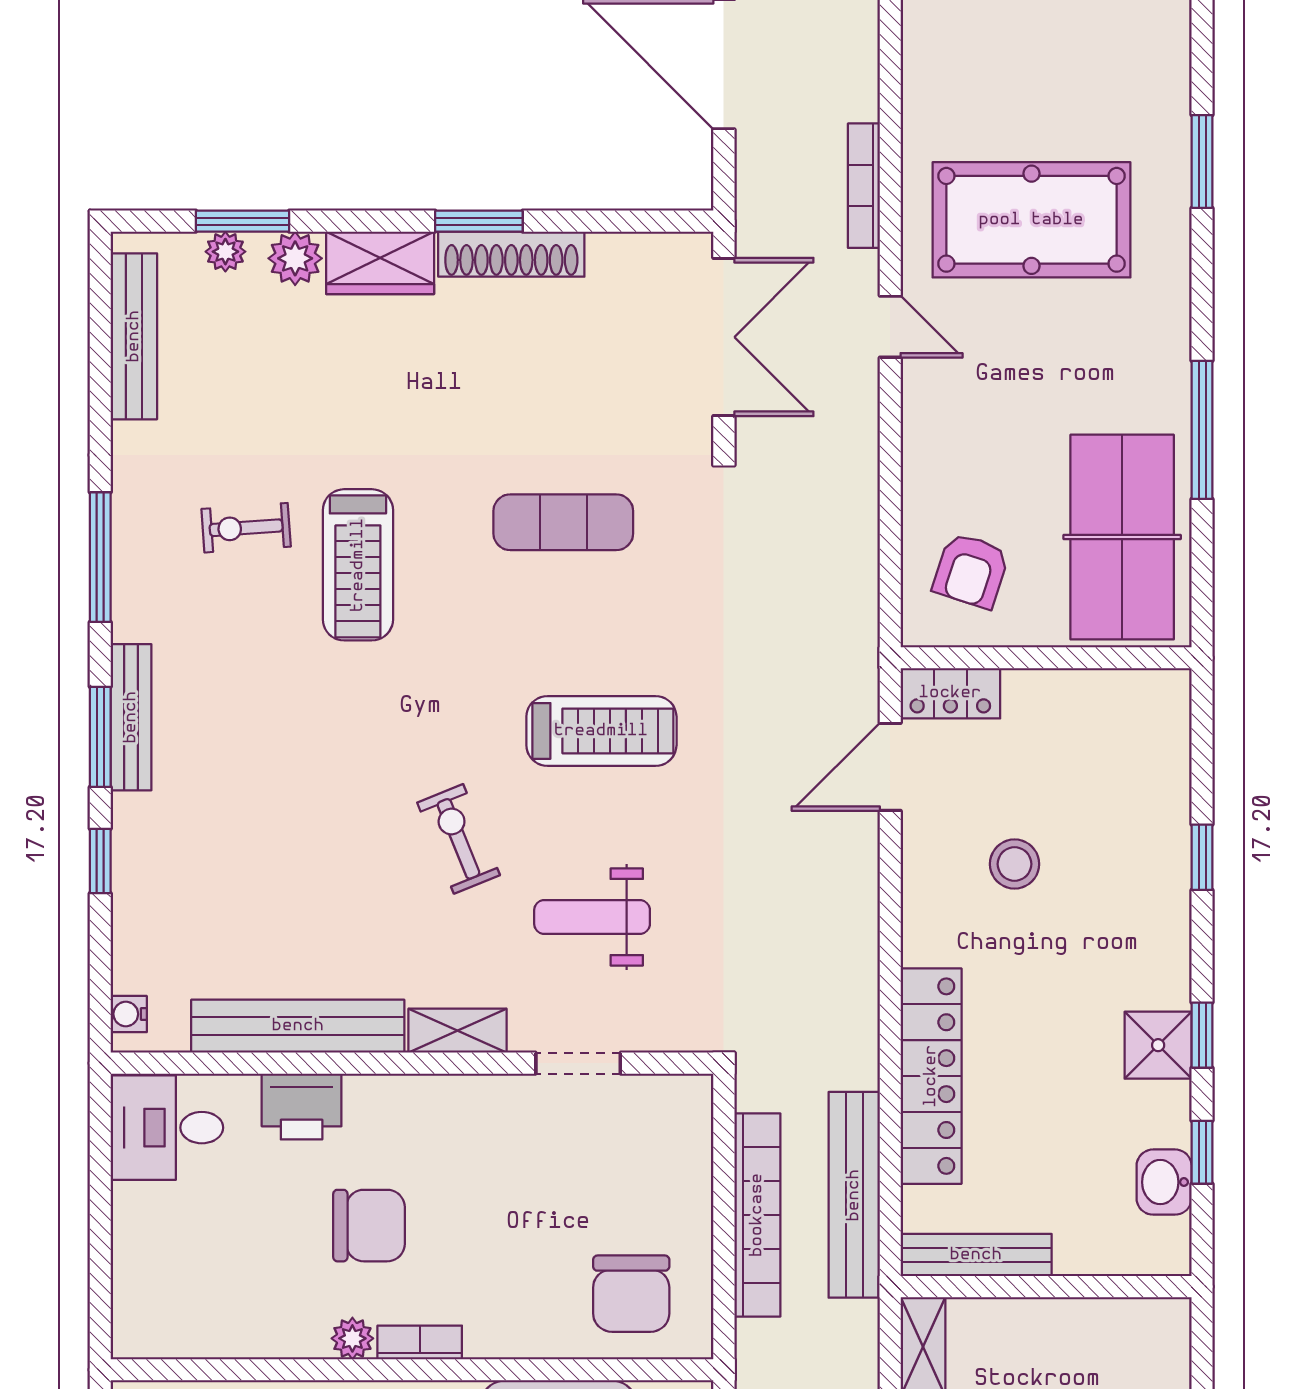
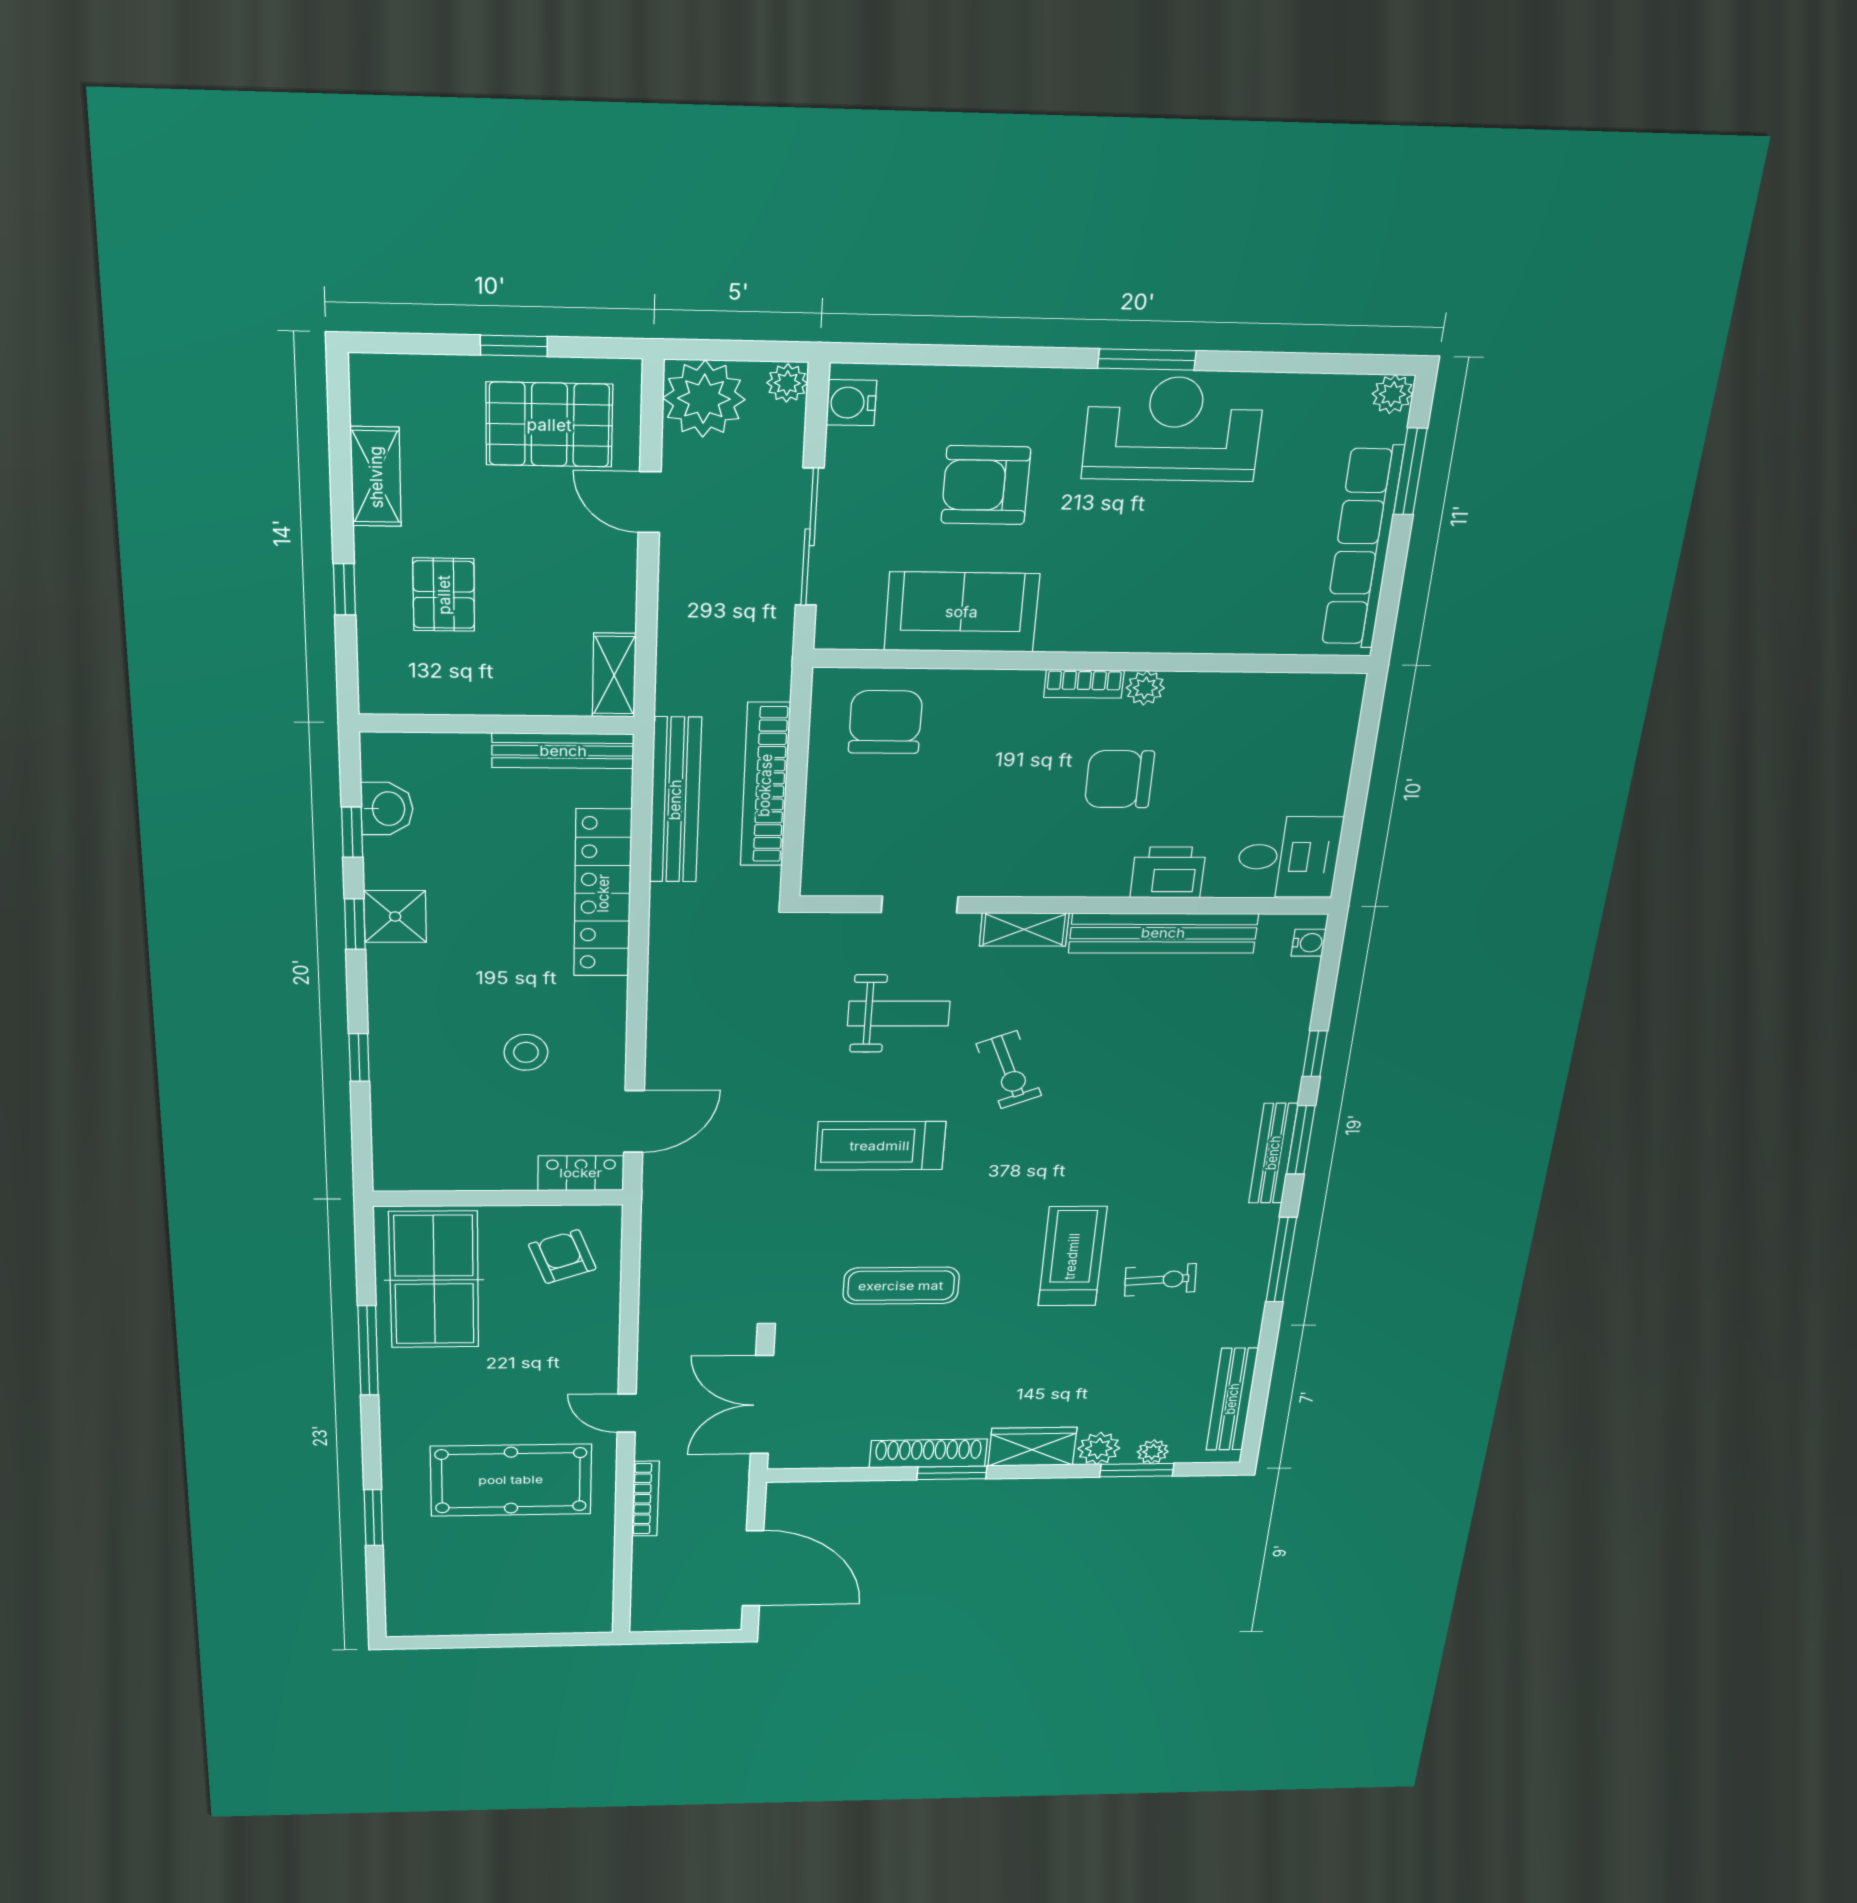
armchair: (971, 571) -> (562, 1257), turned -38

